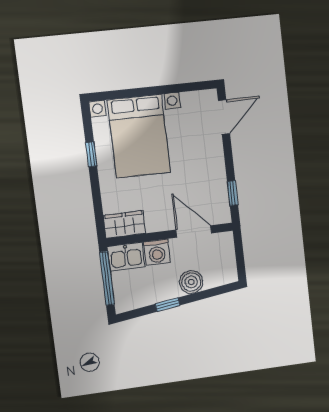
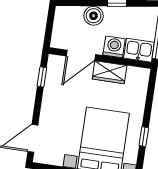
wardrobe: (125, 224) -> (110, 72), moved
door: (194, 231) -> (81, 55), hinge flipped

